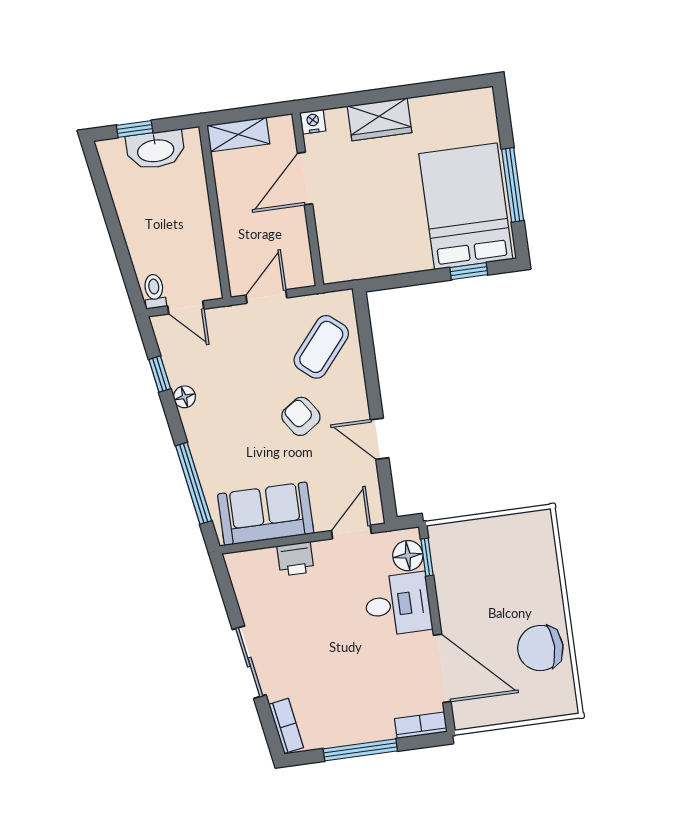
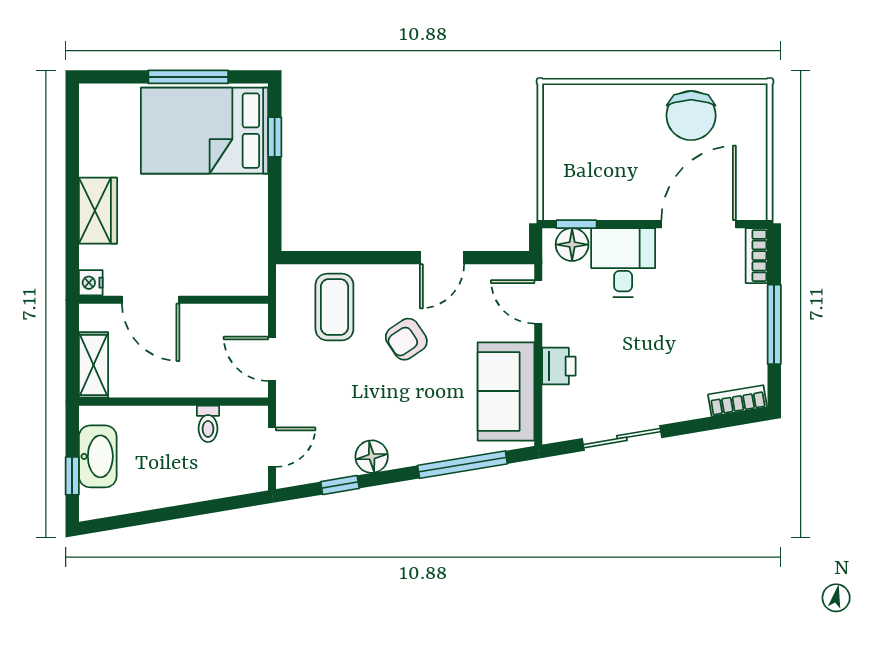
toilet: (154, 291) -> (208, 424), moved, turned -90
coffee table: (321, 347) -> (334, 307), turned 50
floor lamp: (184, 397) -> (372, 457), width x1.37, depth x1.37
sliding door: (249, 662) -> (622, 438), moved

